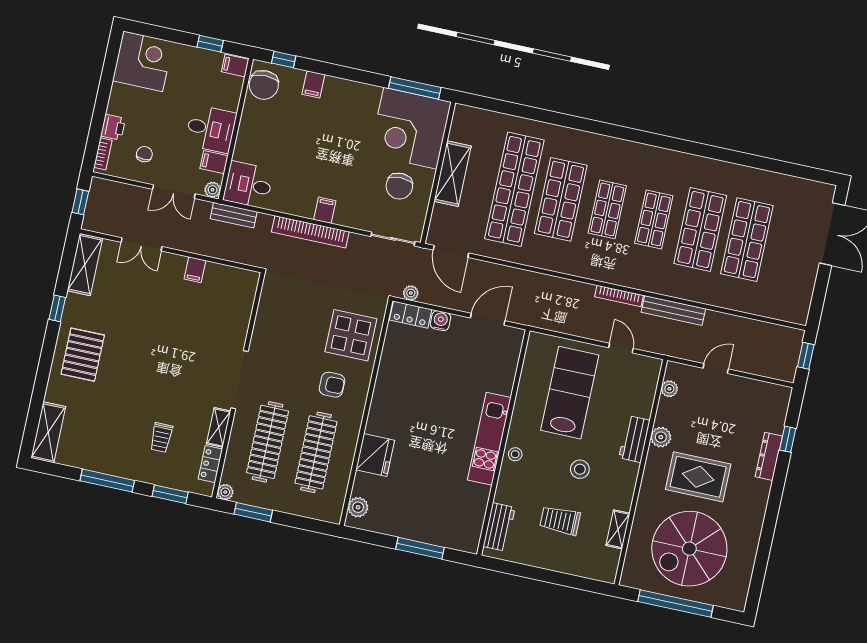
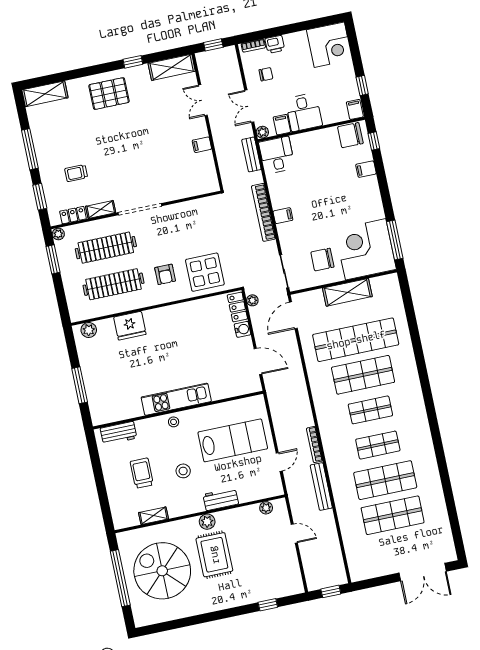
plant: (661, 437) -> (207, 522), moved
dresser: (769, 456) -> (250, 597), removed

